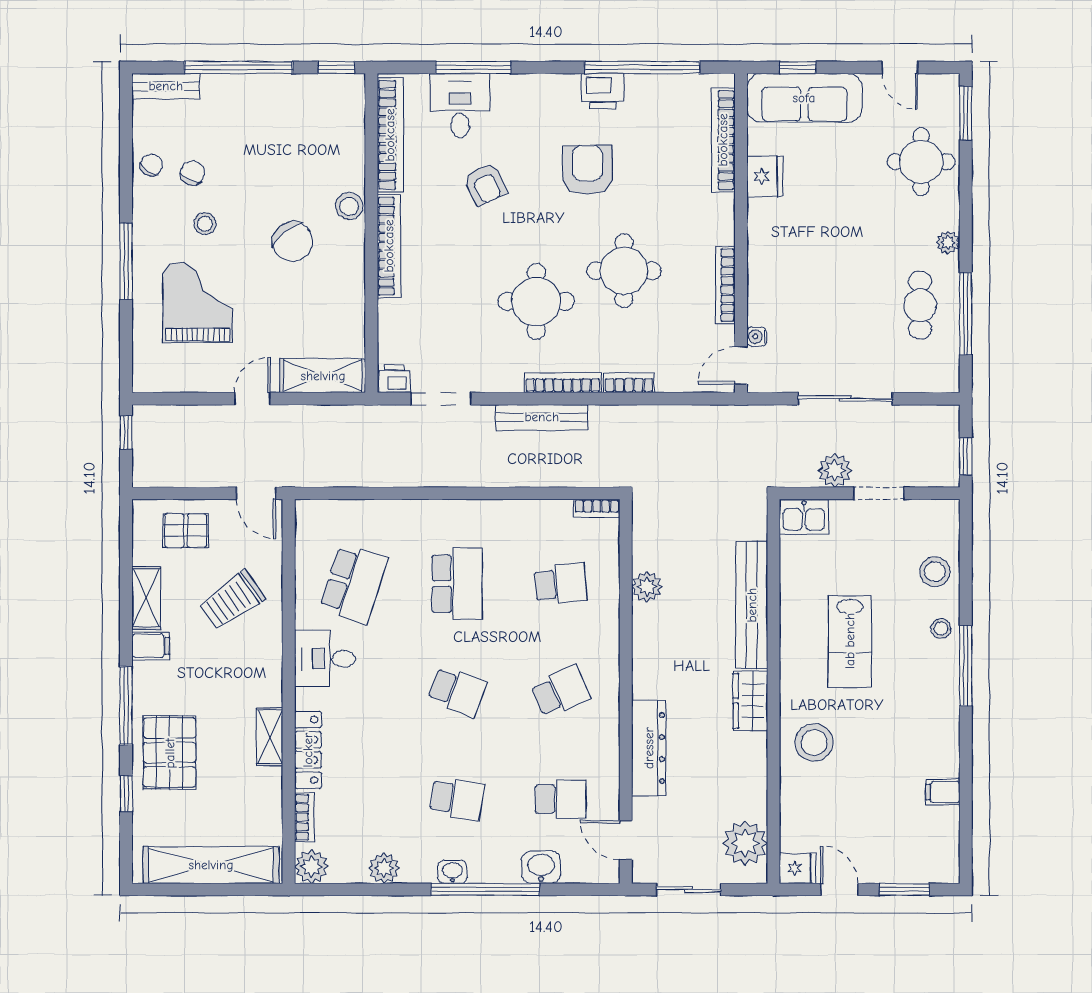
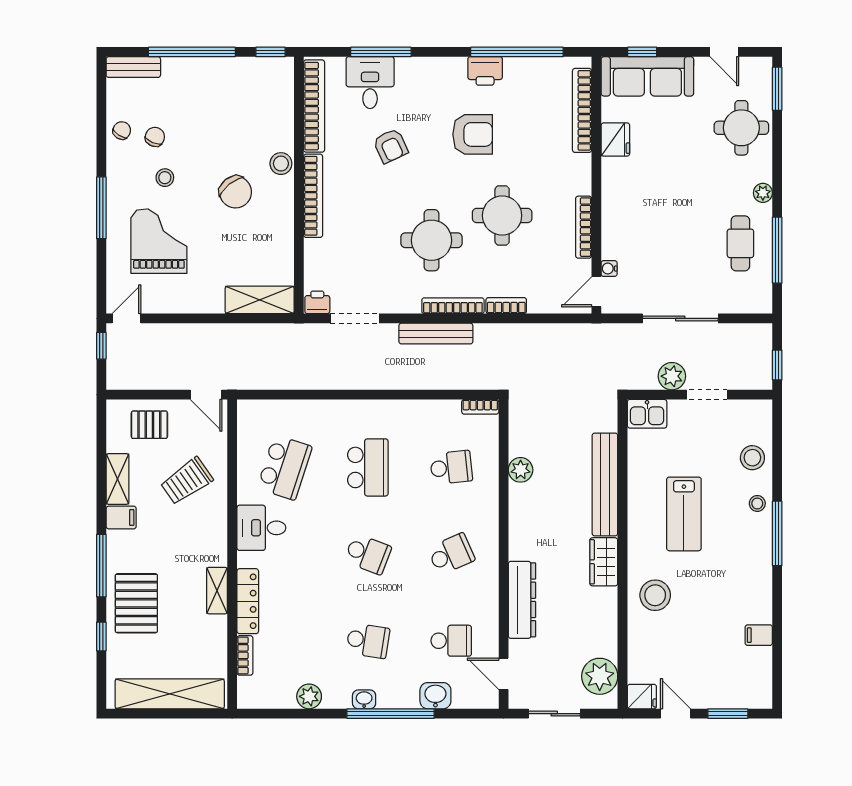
armchair: (587, 170) -> (473, 134), turned 90
door: (252, 399) -> (126, 318), moved
plant: (311, 867) -> (251, 695), removed

